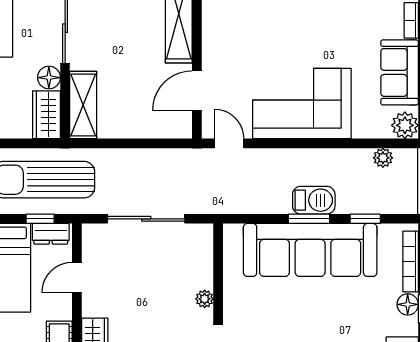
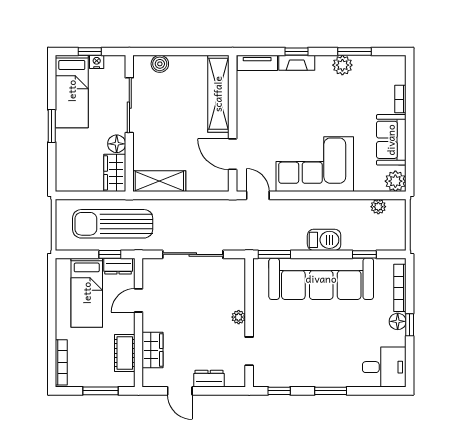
door: (197, 91) -> (233, 154), hinge flipped
shelving: (83, 105) -> (159, 181), moved, turned 90
window: (309, 219) -> (274, 254), moved

